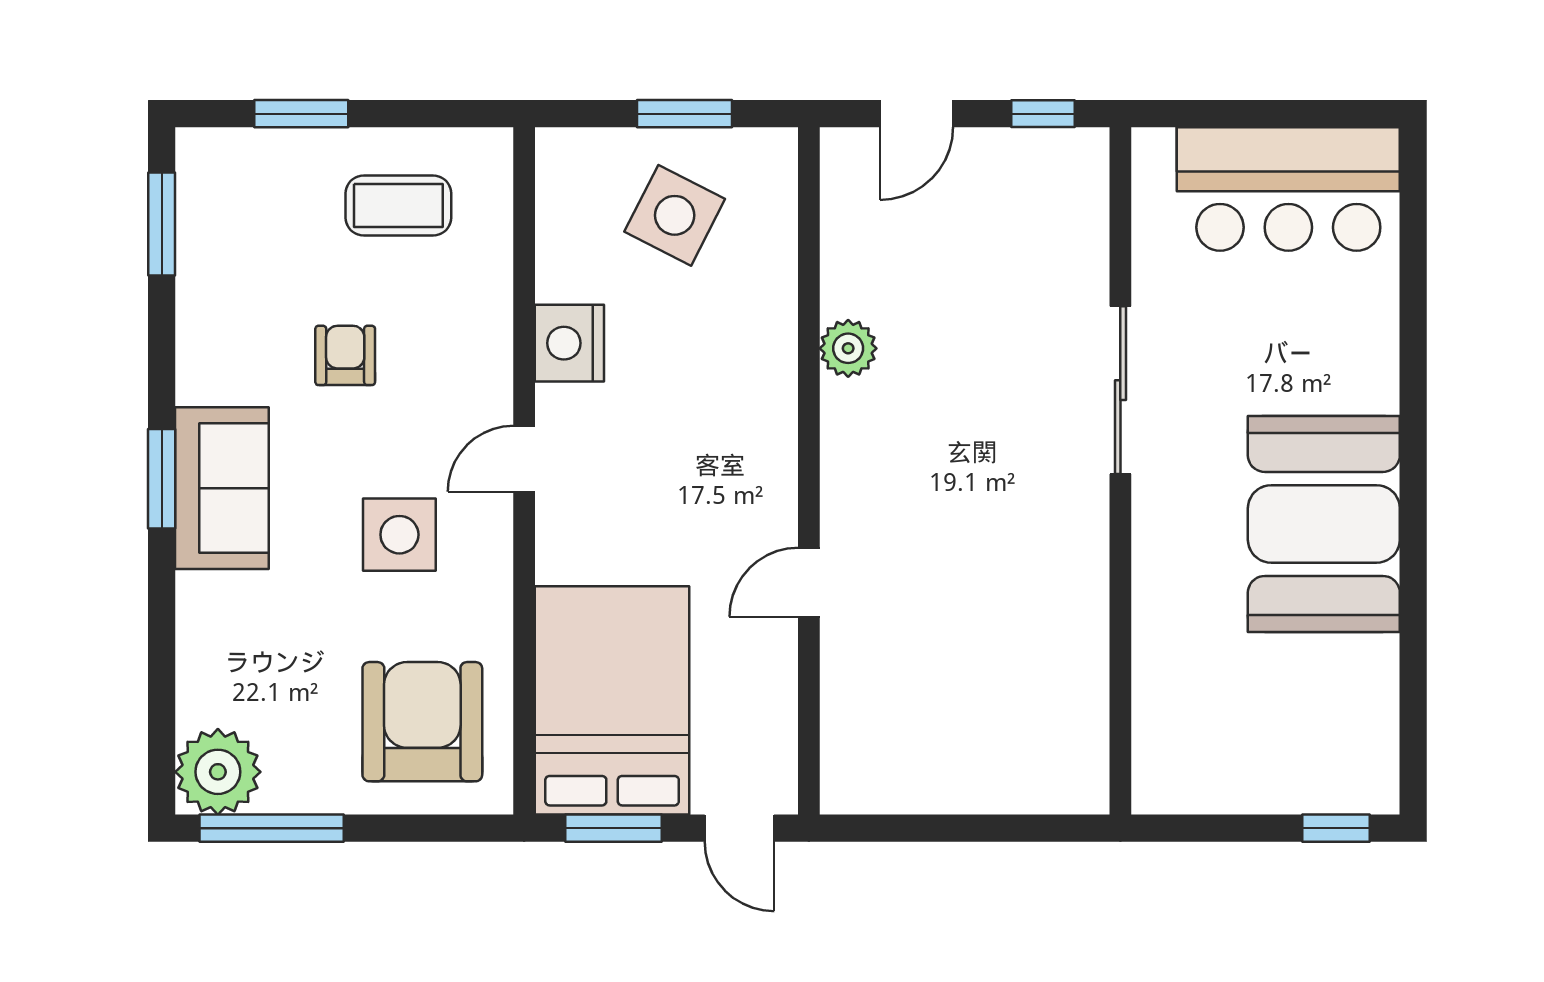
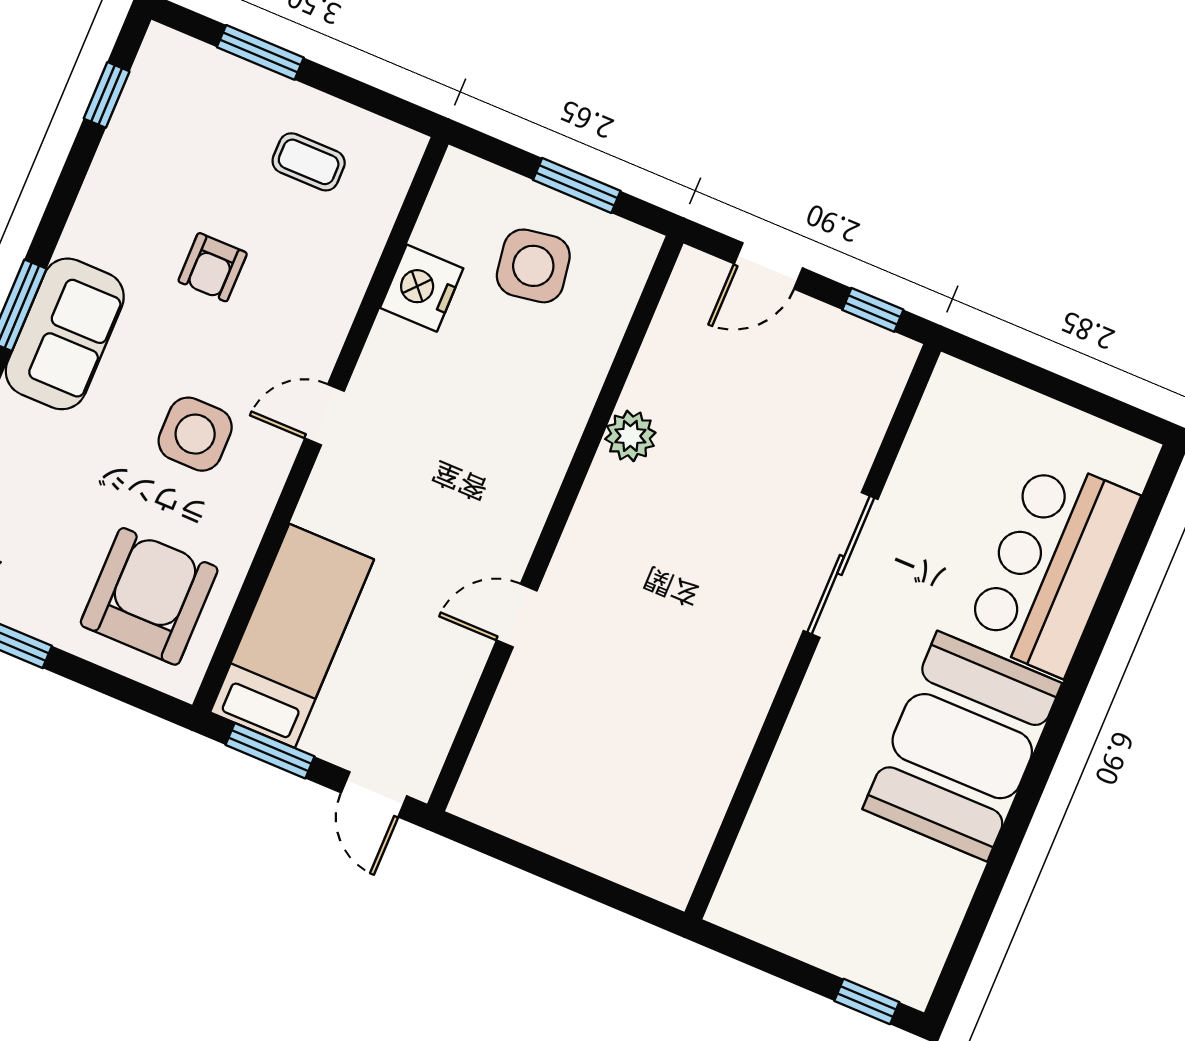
bar counter: (1288, 189) -> (1052, 566), moved, turned 90
coffee table: (398, 205) -> (309, 162), width x0.73, depth x0.77
side table: (675, 215) -> (533, 266), turned -36
window: (162, 224) -> (107, 95), width x0.67
nightstand: (569, 343) -> (422, 288), moved
armchair: (345, 355) -> (213, 267), turned 180
bed: (612, 700) -> (292, 636), width x0.67

